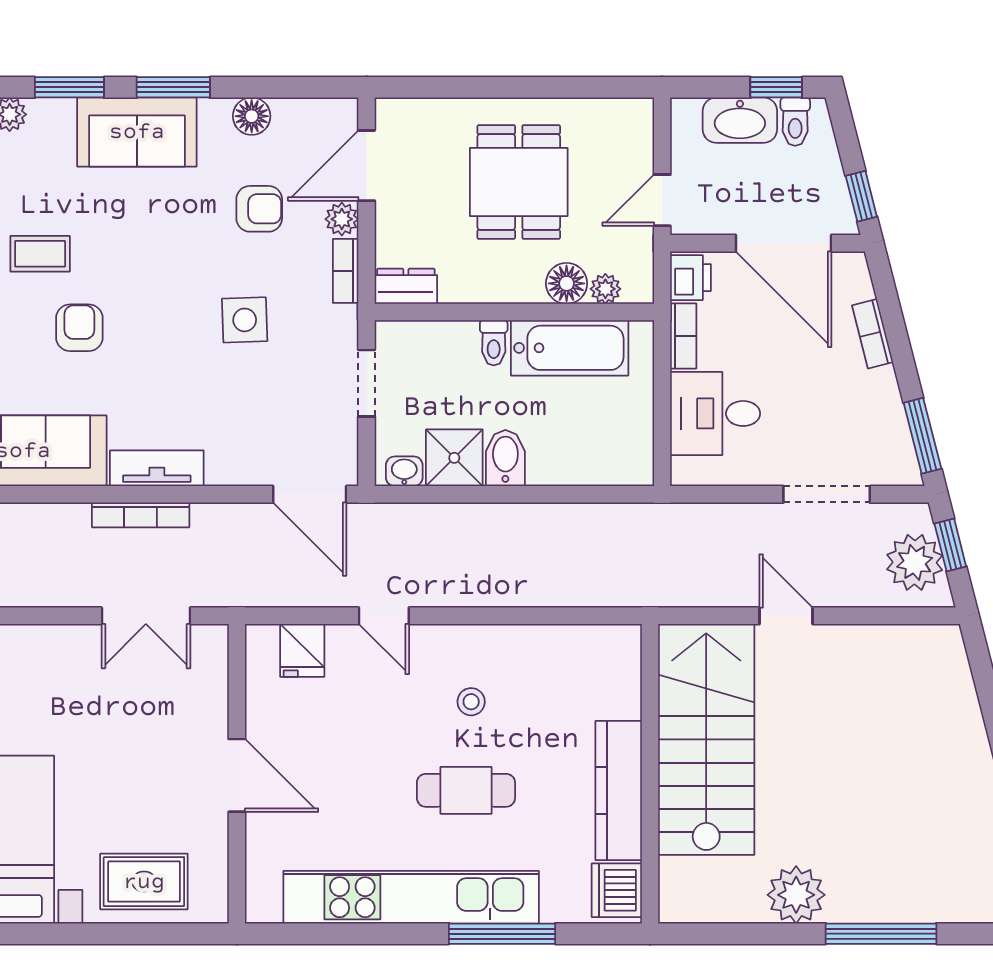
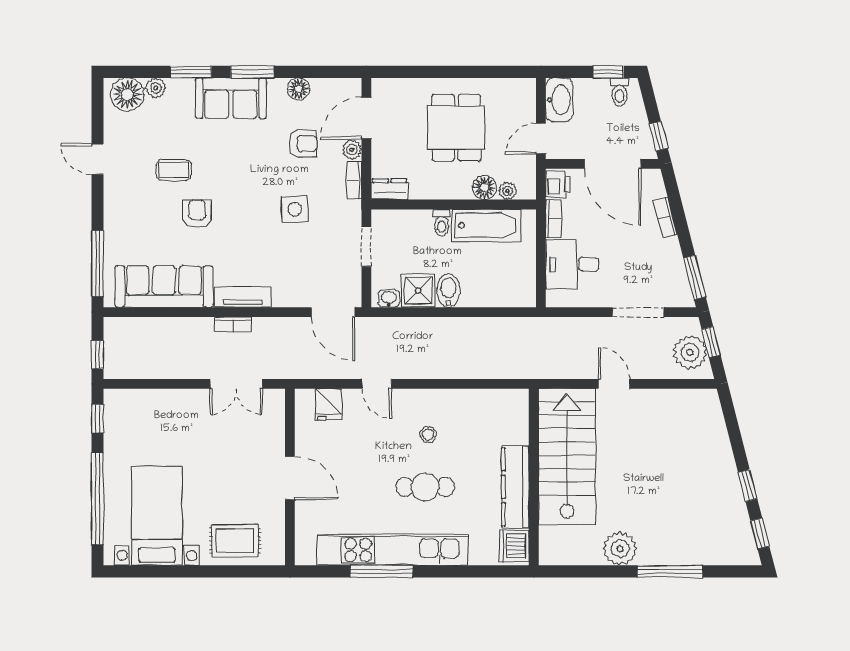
washbasin: (740, 120) -> (559, 100), moved, turned -90
bookcase: (141, 515) -> (233, 324), width x0.64
window: (502, 934) -> (382, 571), moved

